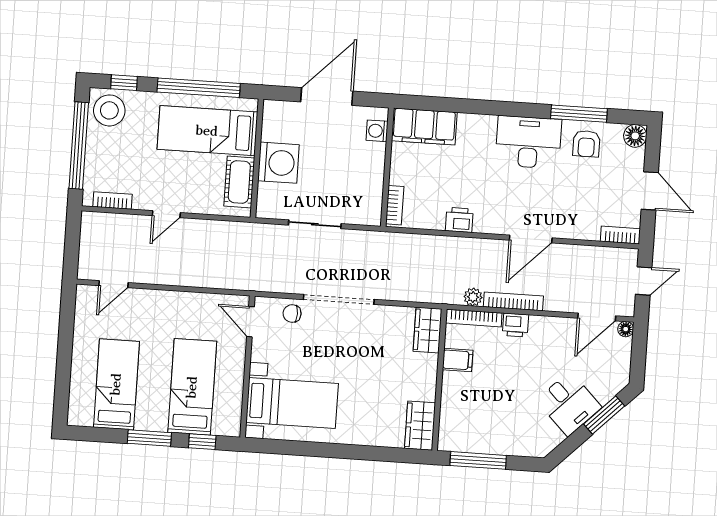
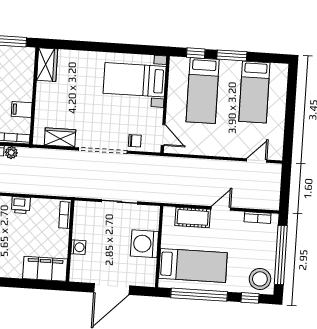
washing machine: (377, 131) -> (78, 247), moved
cot: (239, 182) -> (193, 217), moved, turned 90
wardrobe: (428, 330) -> (60, 137), moved, turned -90

